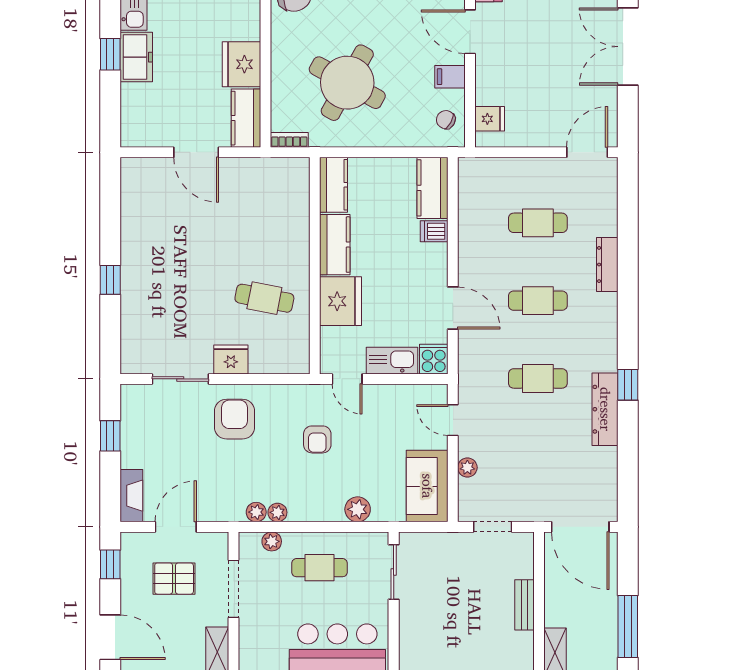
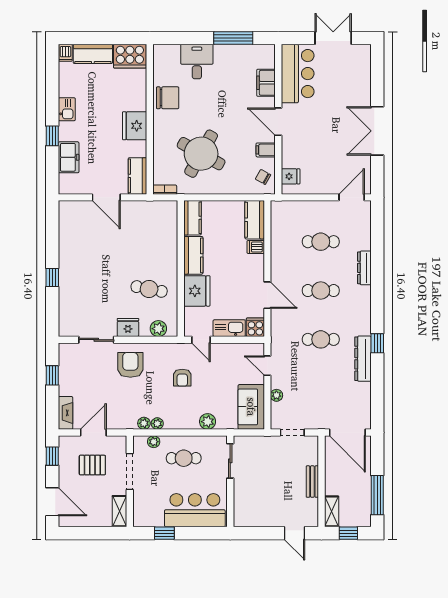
freezer: (136, 57) -> (69, 157), moved
fridge: (241, 64) -> (135, 126), moved
plant: (279, 361) -> (158, 329), added

